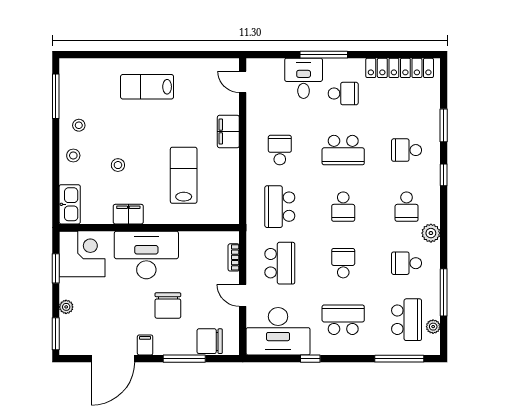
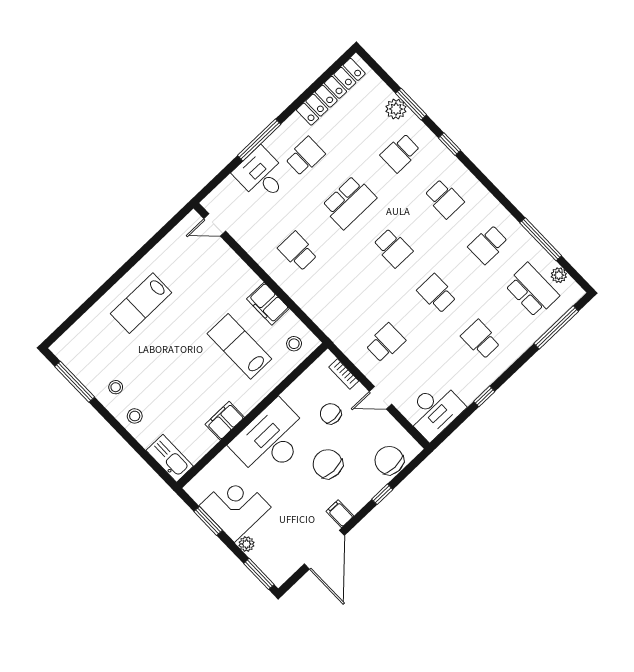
filing cabinet: (228, 131) -> (268, 304), moved
stool: (118, 165) -> (294, 344), moved
school desk: (280, 207) -> (342, 297), removed
plant: (431, 233) -> (396, 109), moved
corner desk: (82, 254) -> (235, 506), moved
school desk: (280, 263) -> (385, 343), width x0.54
chair: (201, 275) -> (331, 414), added
chair: (168, 306) -> (328, 464), turned 180
school desk: (343, 320) -> (481, 339), width x0.54
desk: (278, 331) -> (434, 410), width x0.73, depth x0.77
chair: (210, 341) -> (389, 460), turned 90
window: (184, 359) -> (382, 494), width x0.46

